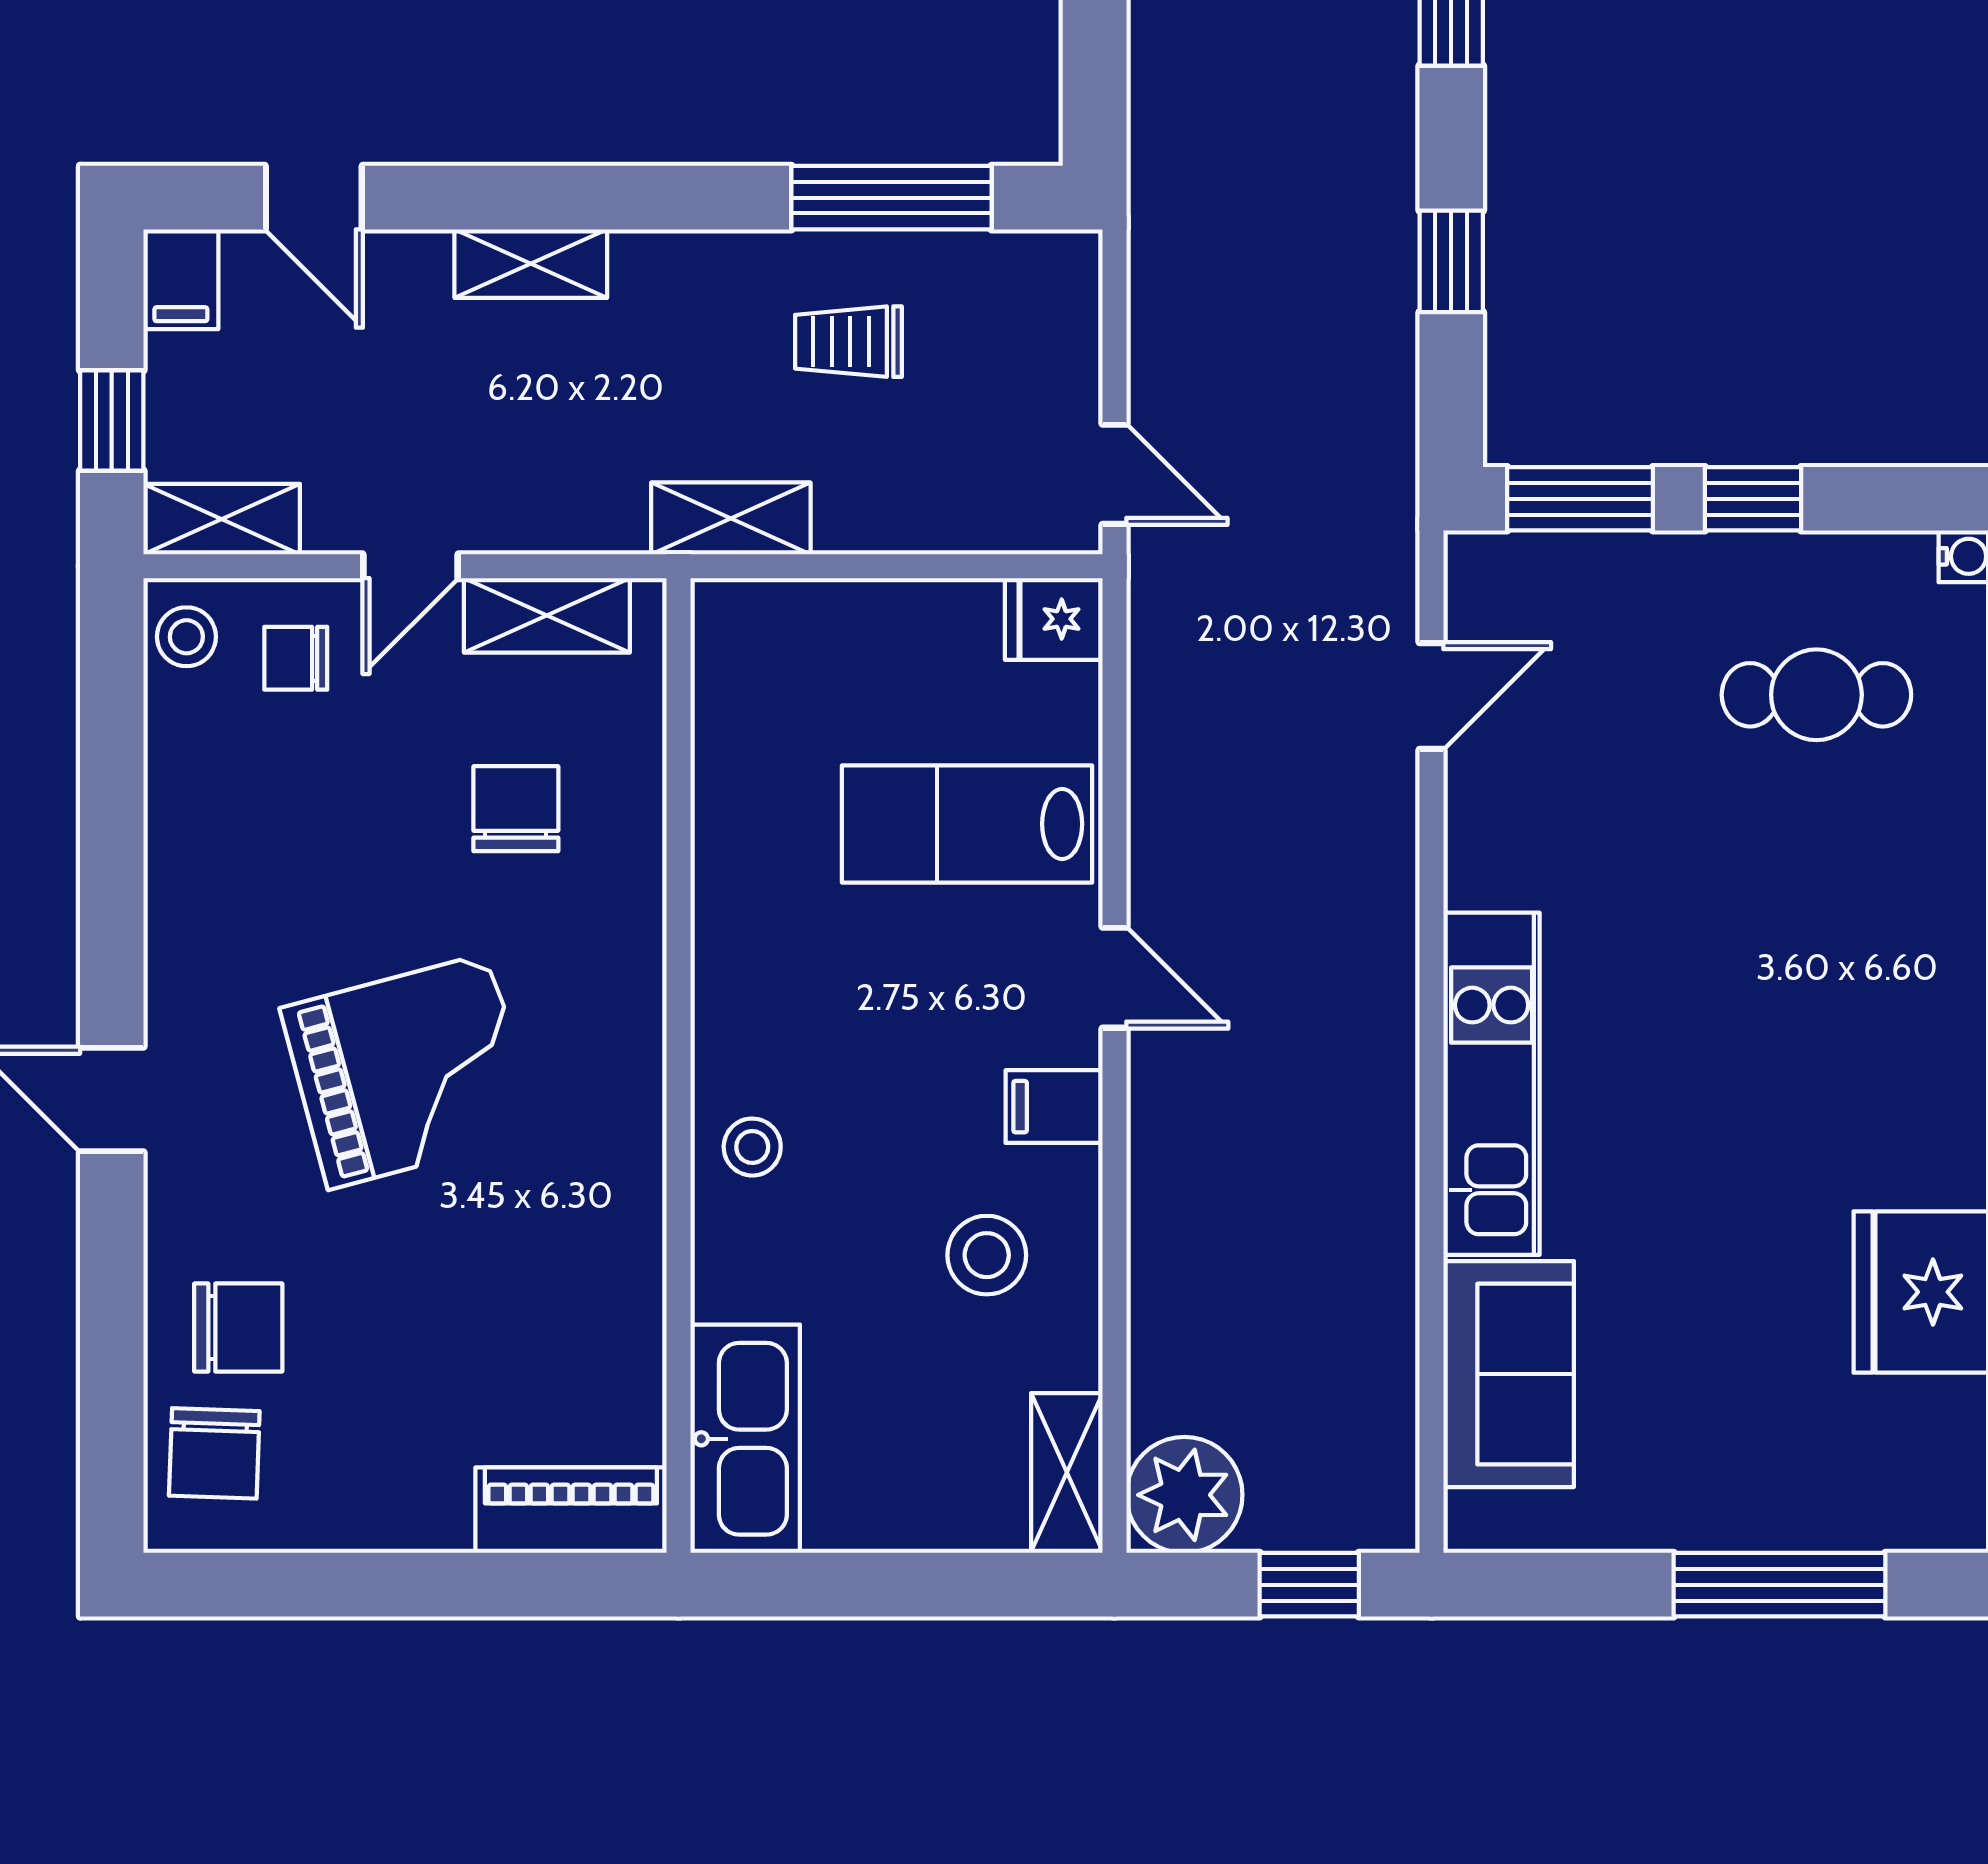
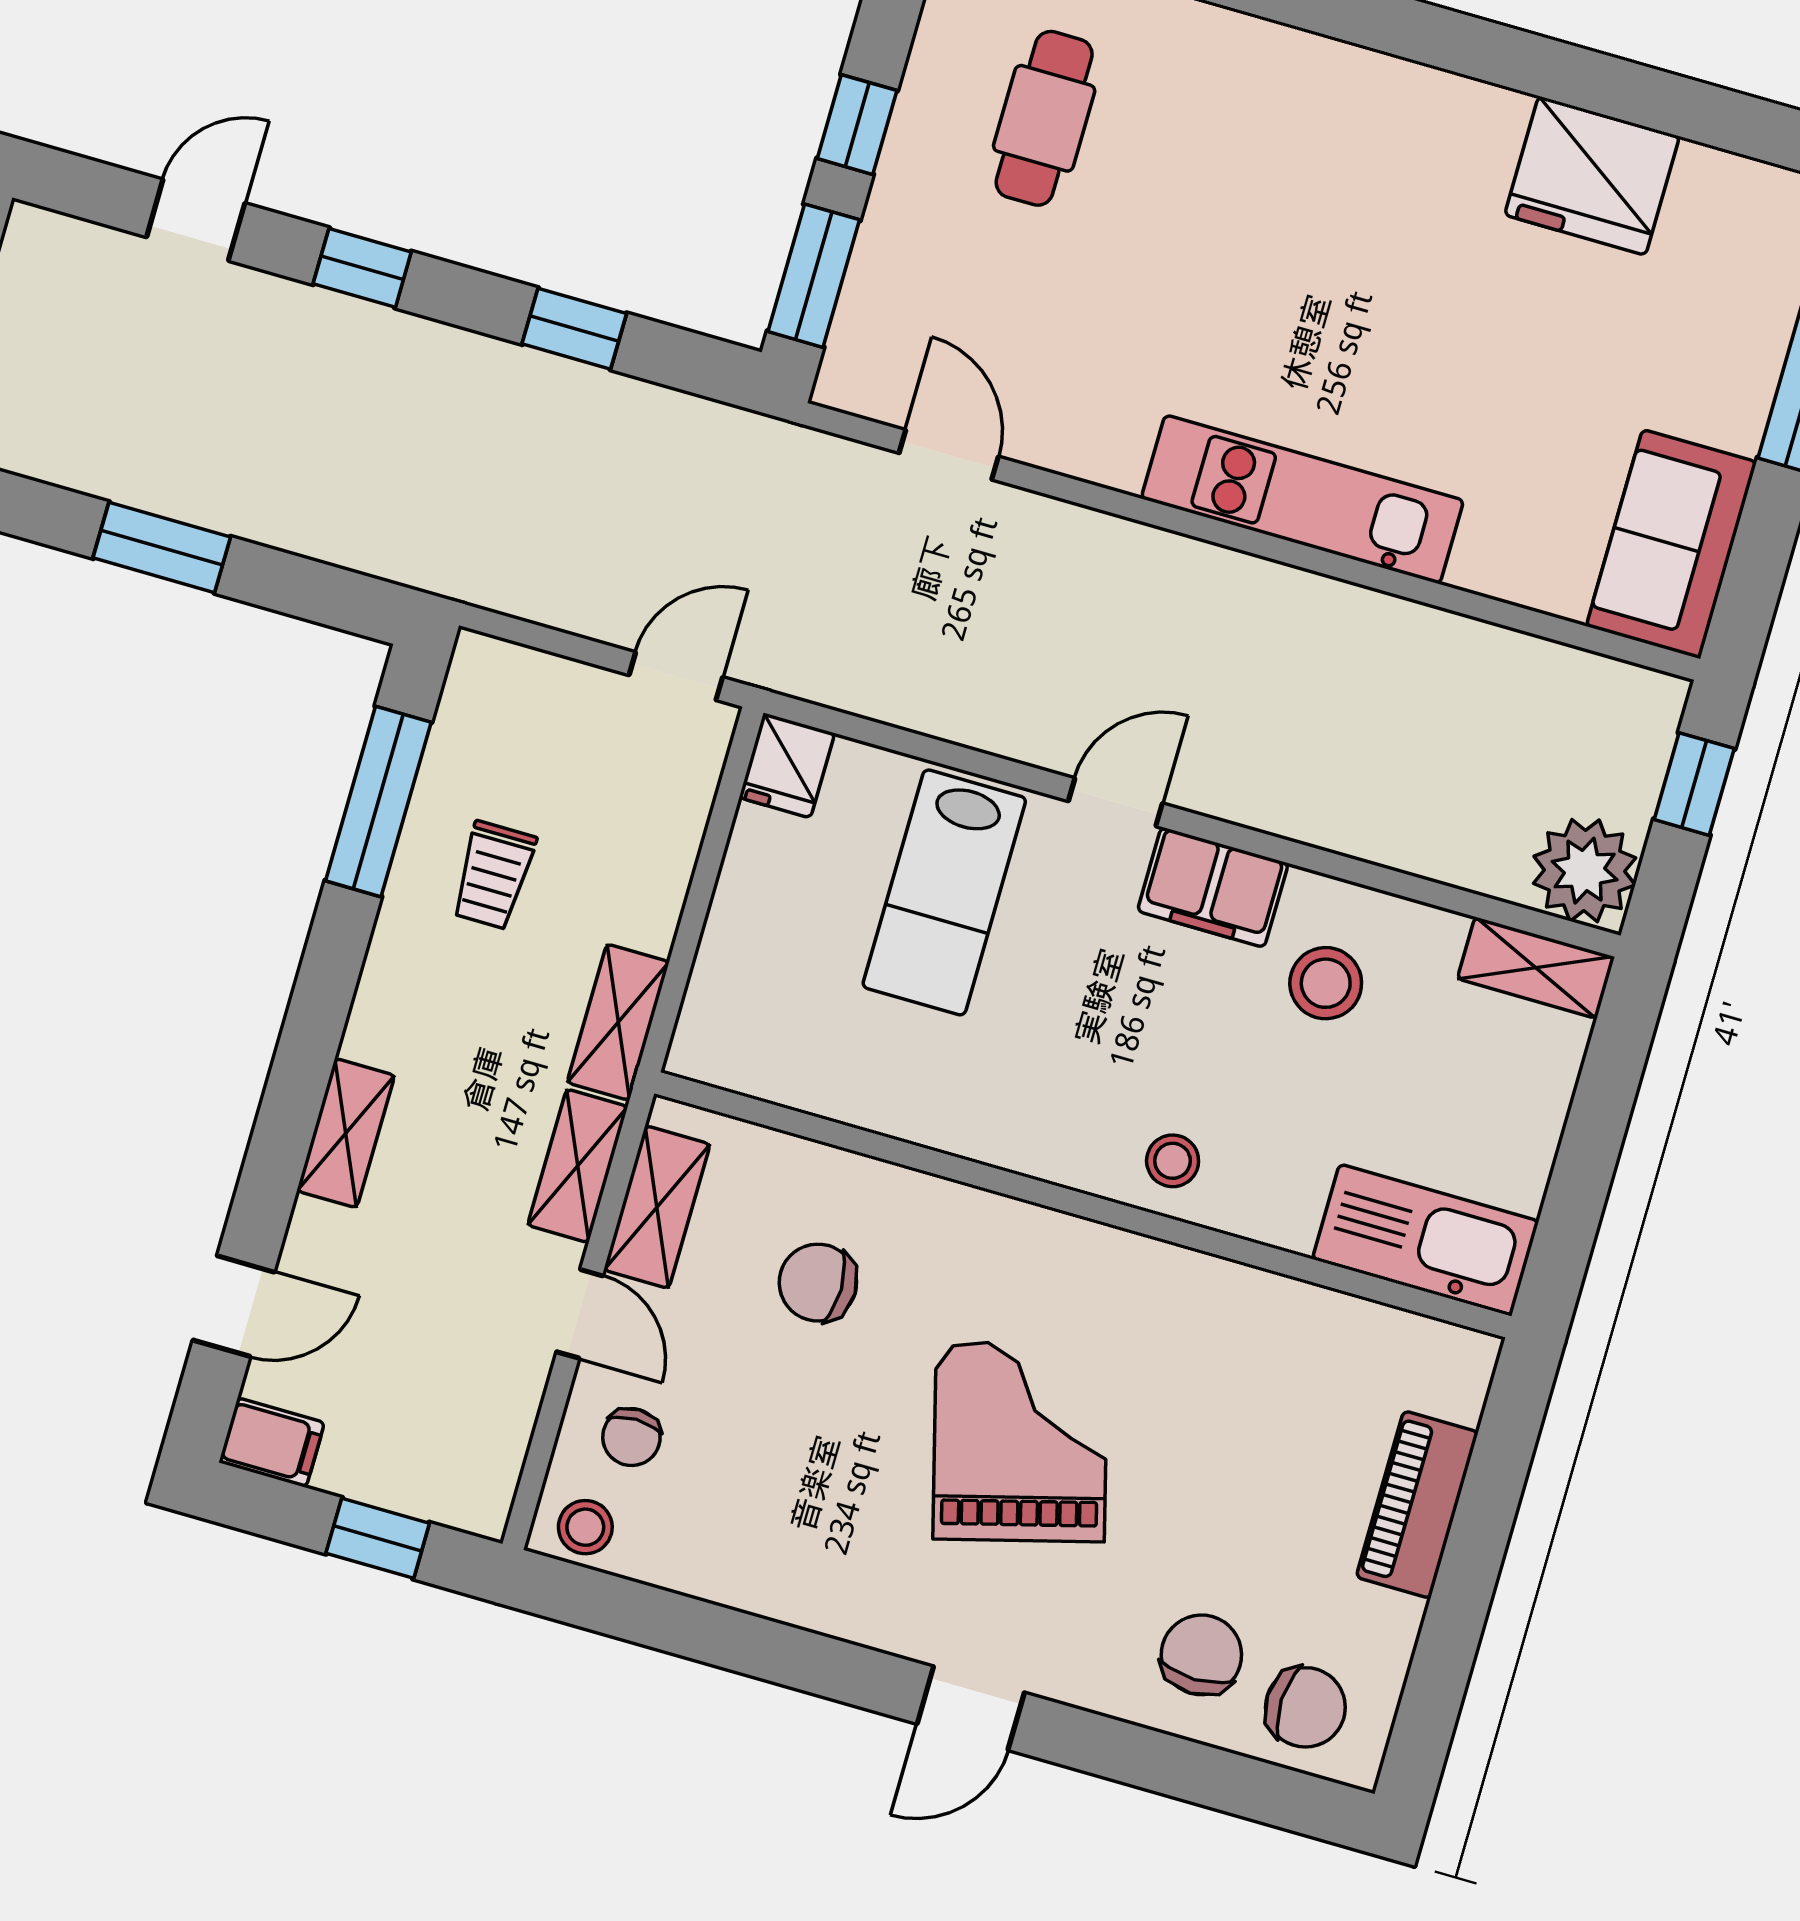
shelving: (222, 519) -> (578, 1166), moved
filing cabinet: (1054, 1107) -> (1213, 887), width x2.00
sofa: (1509, 1374) -> (1671, 544), moved, turned -90
piano: (571, 1510) -> (1417, 1505), moved

